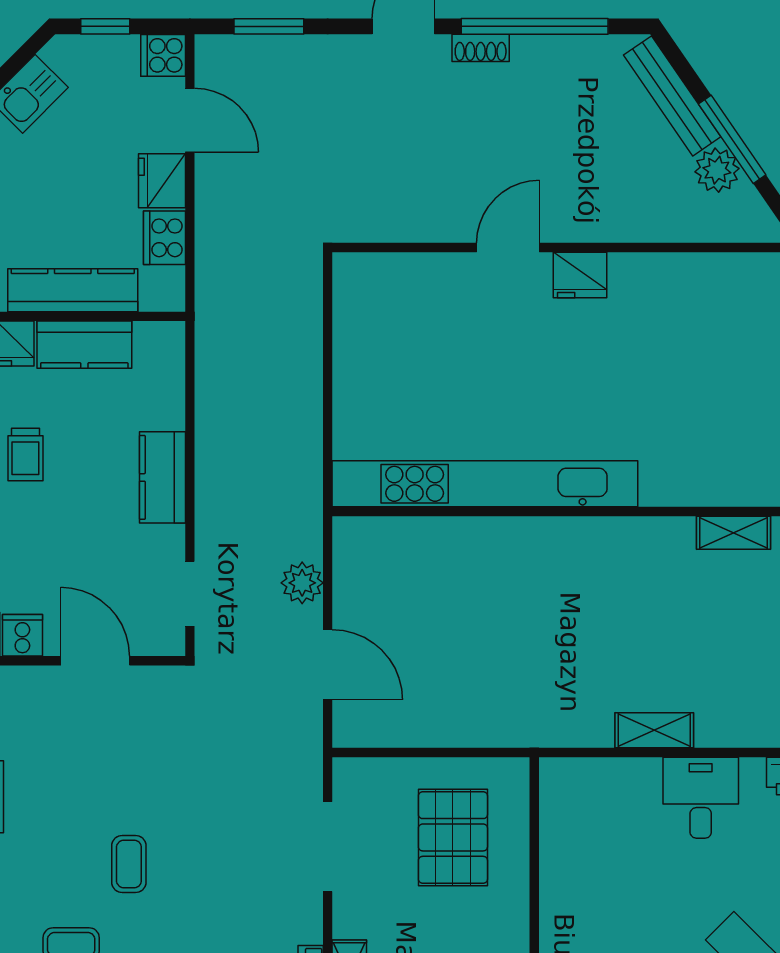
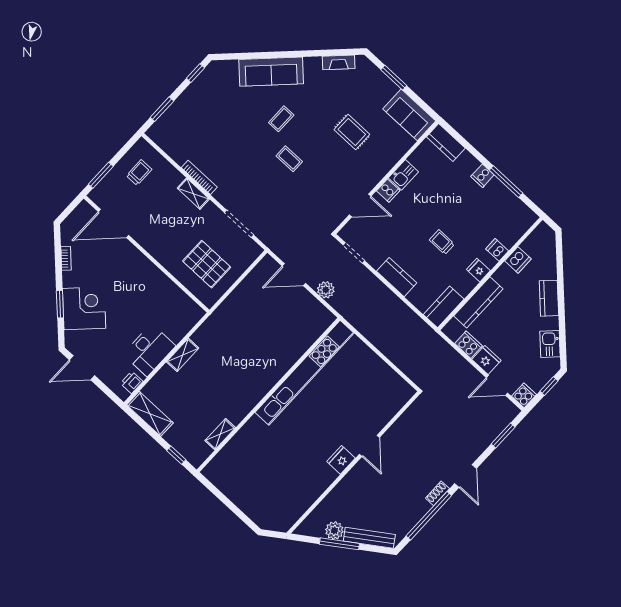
kitchen counter: (84, 345) -> (444, 307), moved
desk: (701, 798) -> (149, 350), width x1.37

